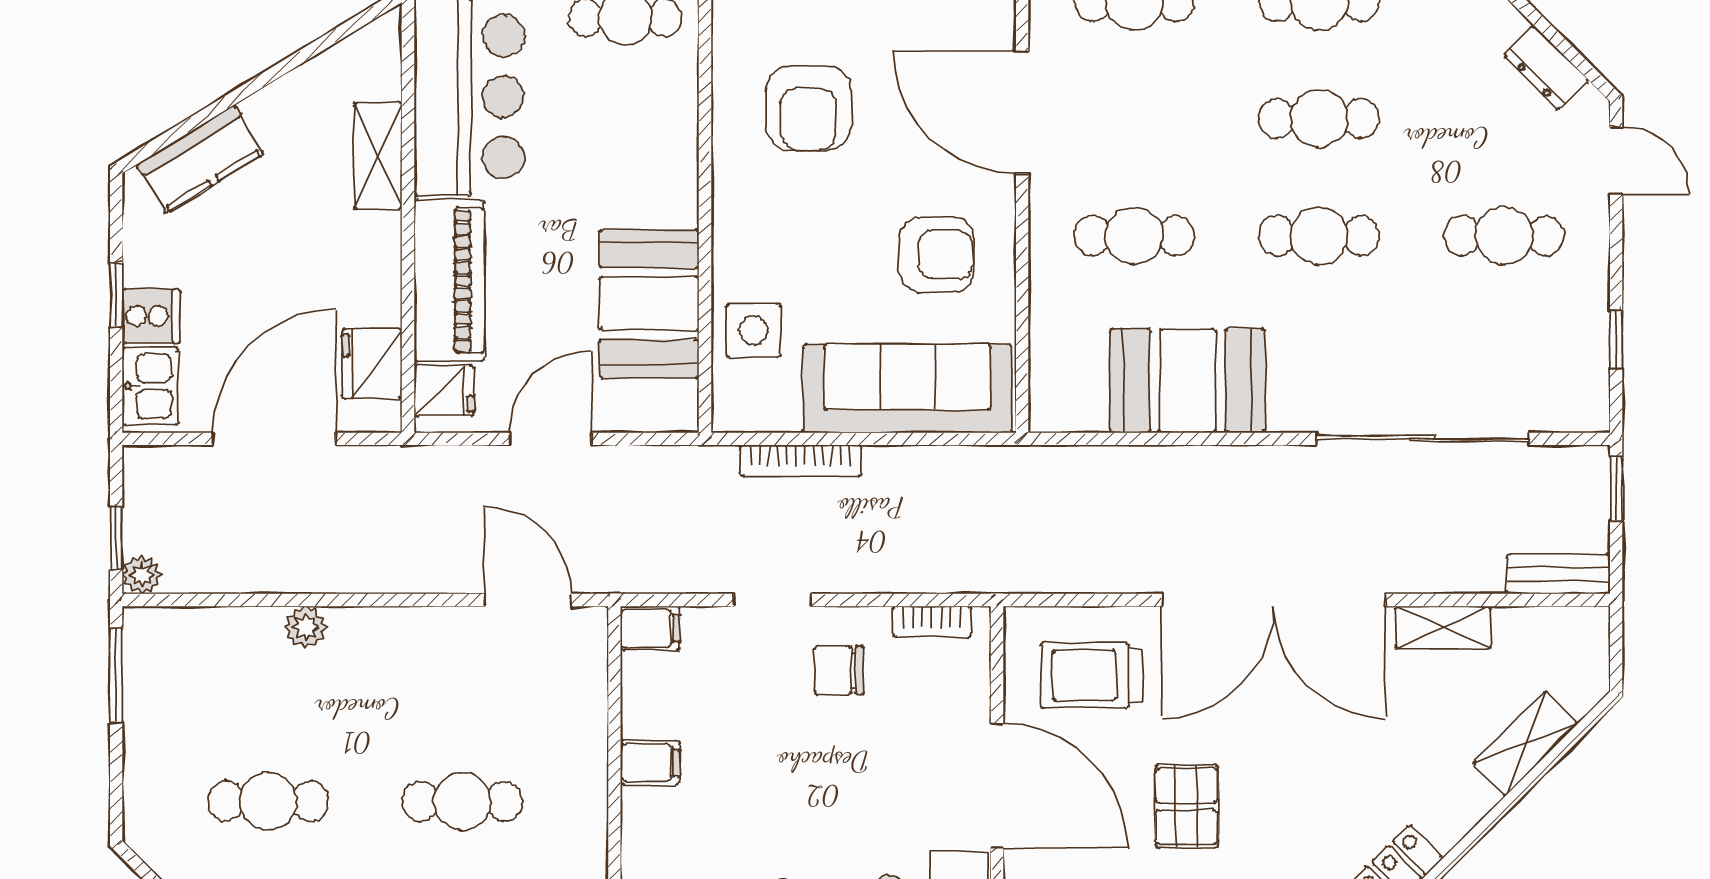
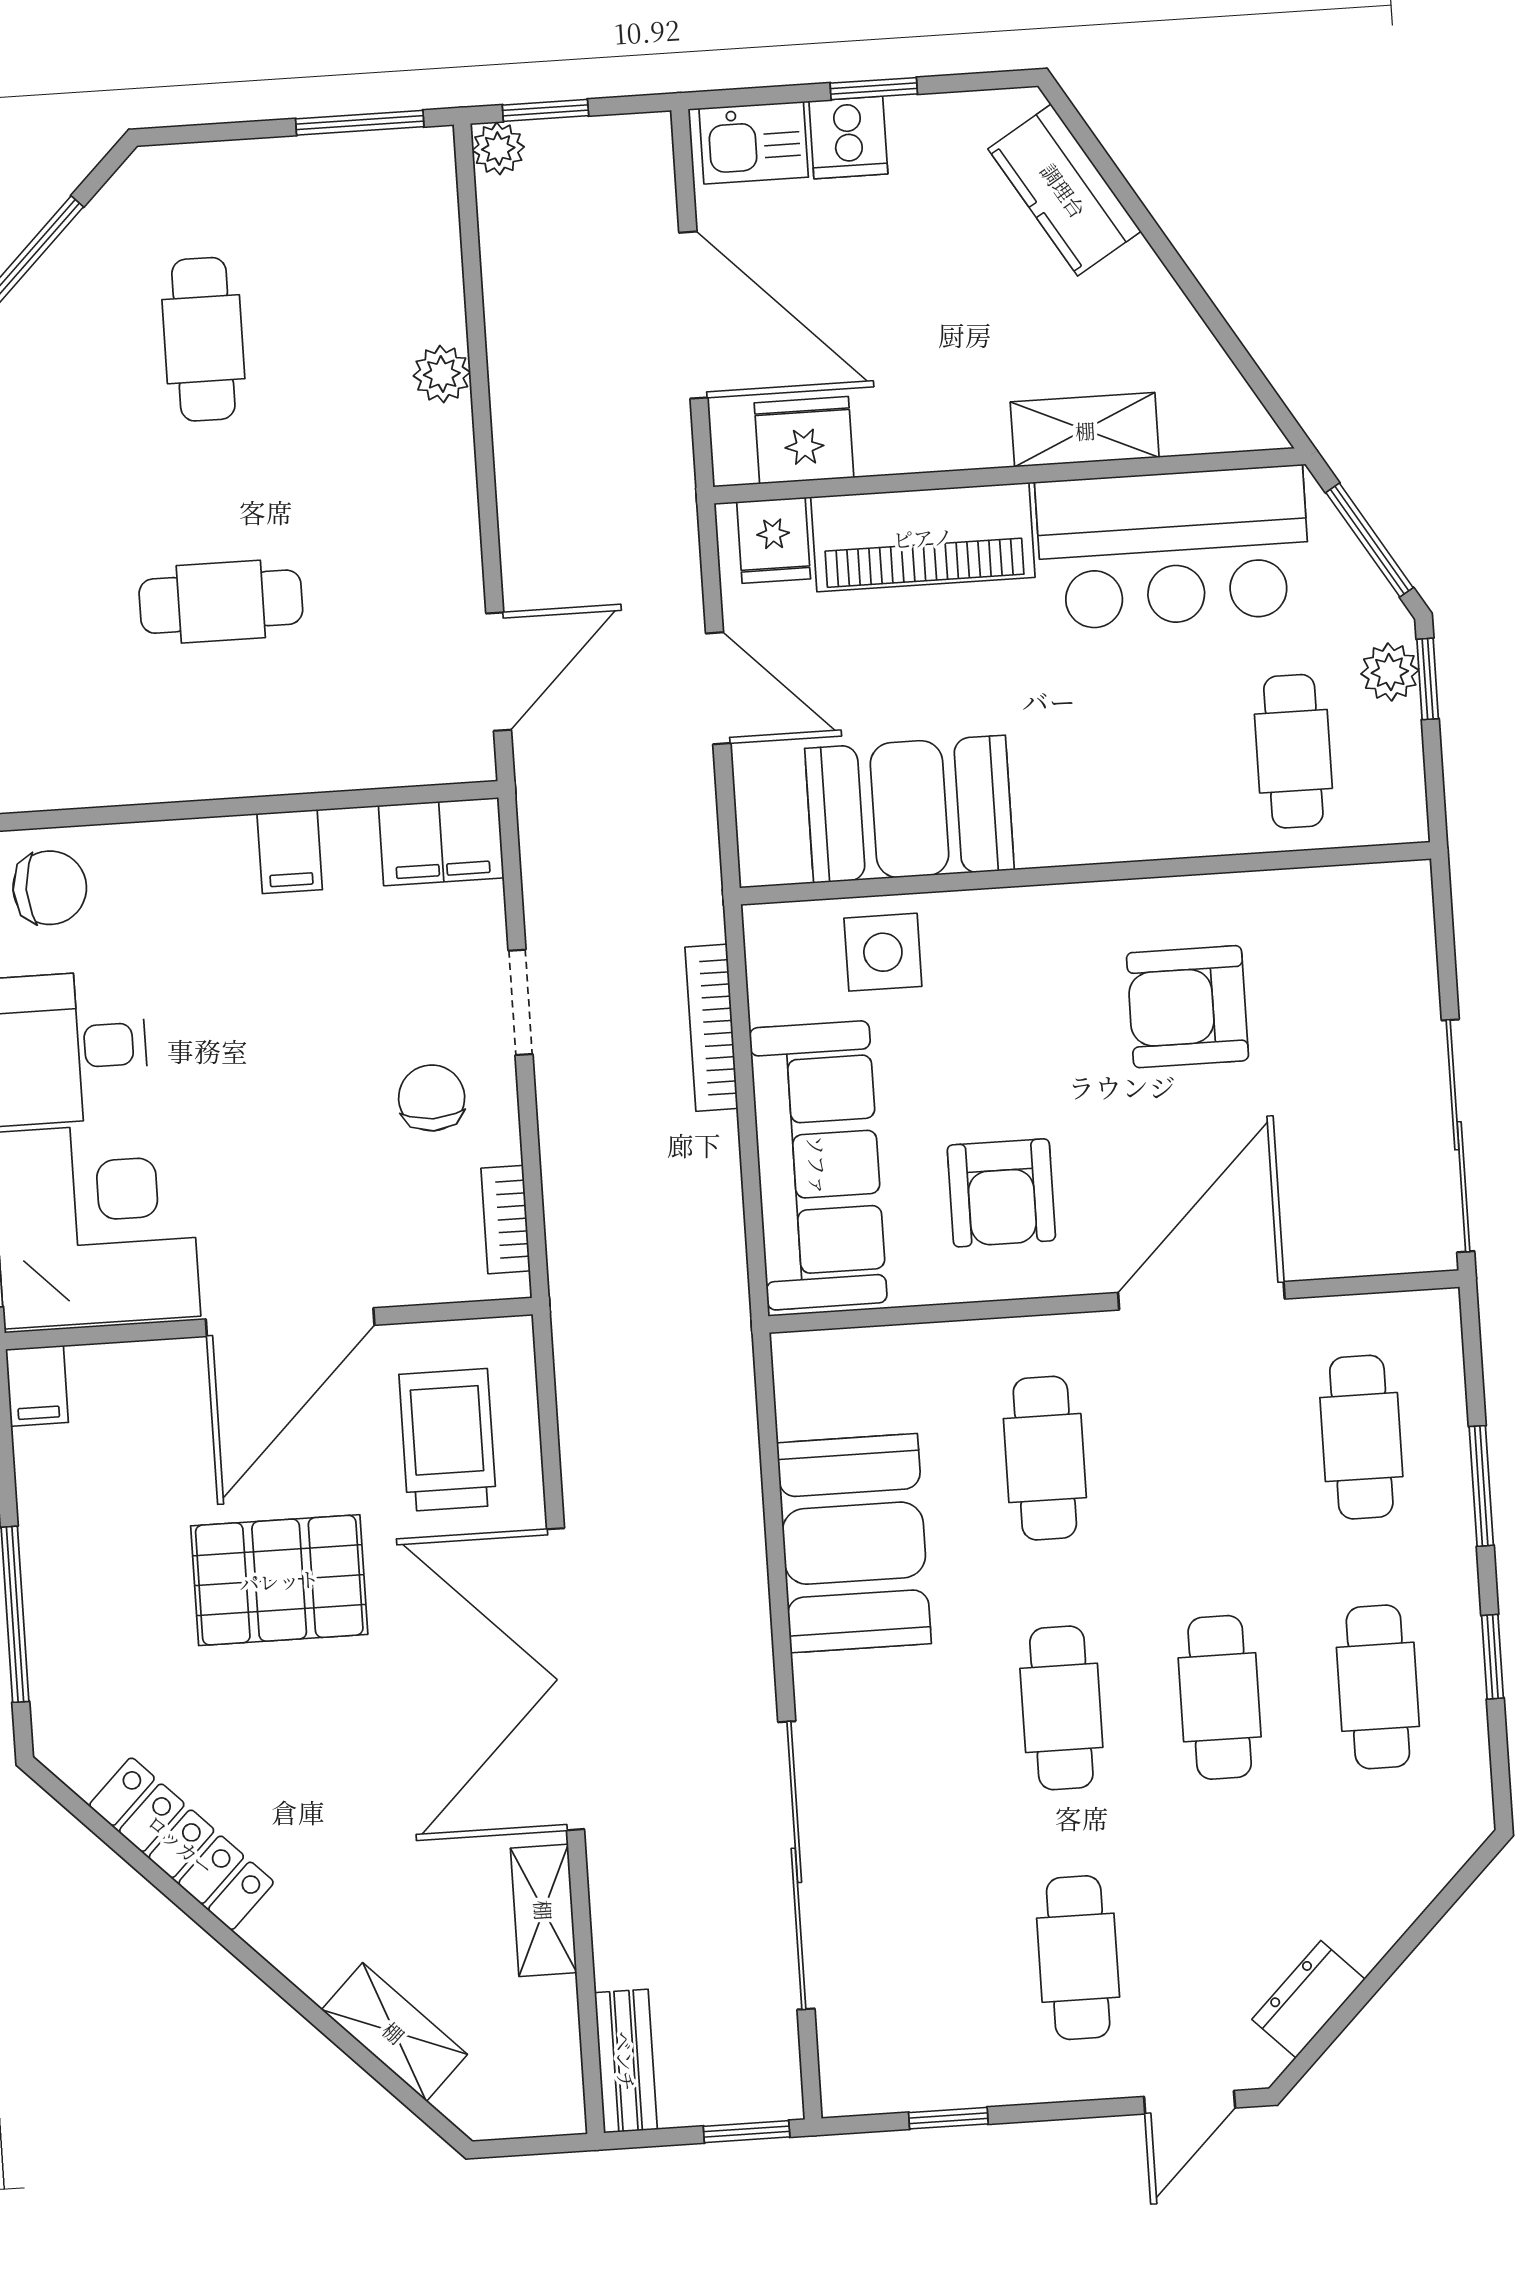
filing cabinet: (650, 628) -> (441, 842), width x2.00
cafe table: (462, 801) -> (221, 602), turned 90
pallet: (1187, 806) -> (279, 1580), width x1.50, depth x1.42

